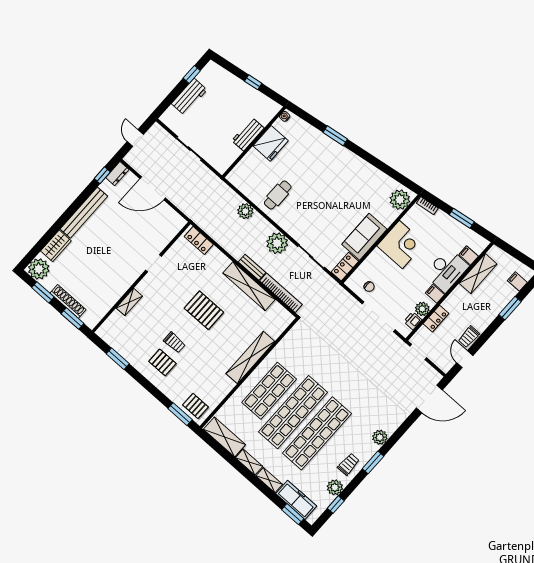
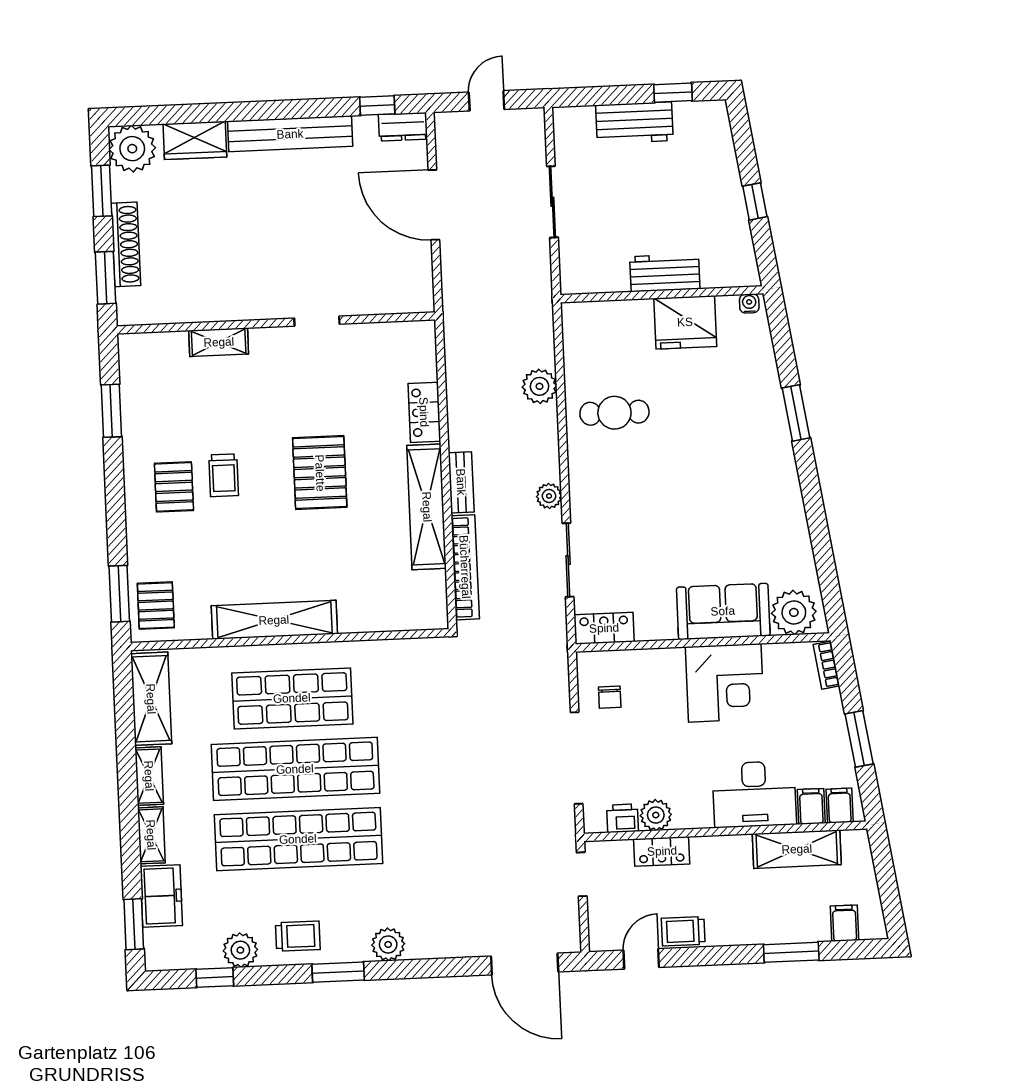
sofa: (364, 237) -> (723, 611), moved
locker: (199, 240) -> (424, 412), moved
plant: (277, 243) -> (549, 496), width x0.53, depth x0.53
filing cabinet: (435, 294) -> (840, 806), moved
shelving: (250, 357) -> (274, 620), moved
freezer: (296, 500) -> (161, 896), width x0.71

